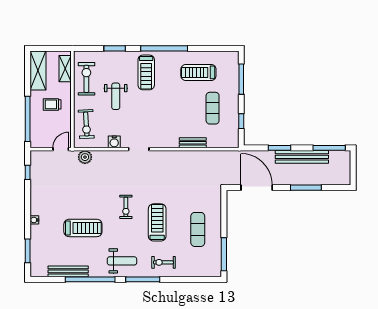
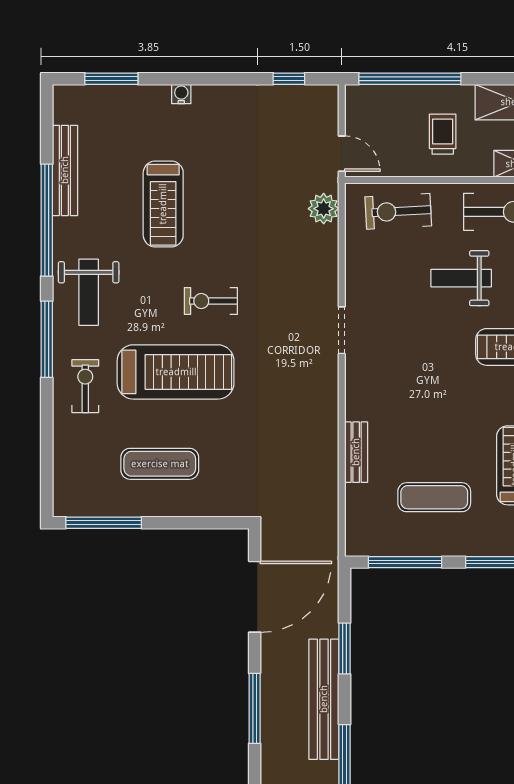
window: (241, 121) -> (405, 562), width x2.17
water cooler: (114, 142) -> (358, 275), removed
treadmill: (157, 222) -> (176, 372), width x1.37, depth x1.38

